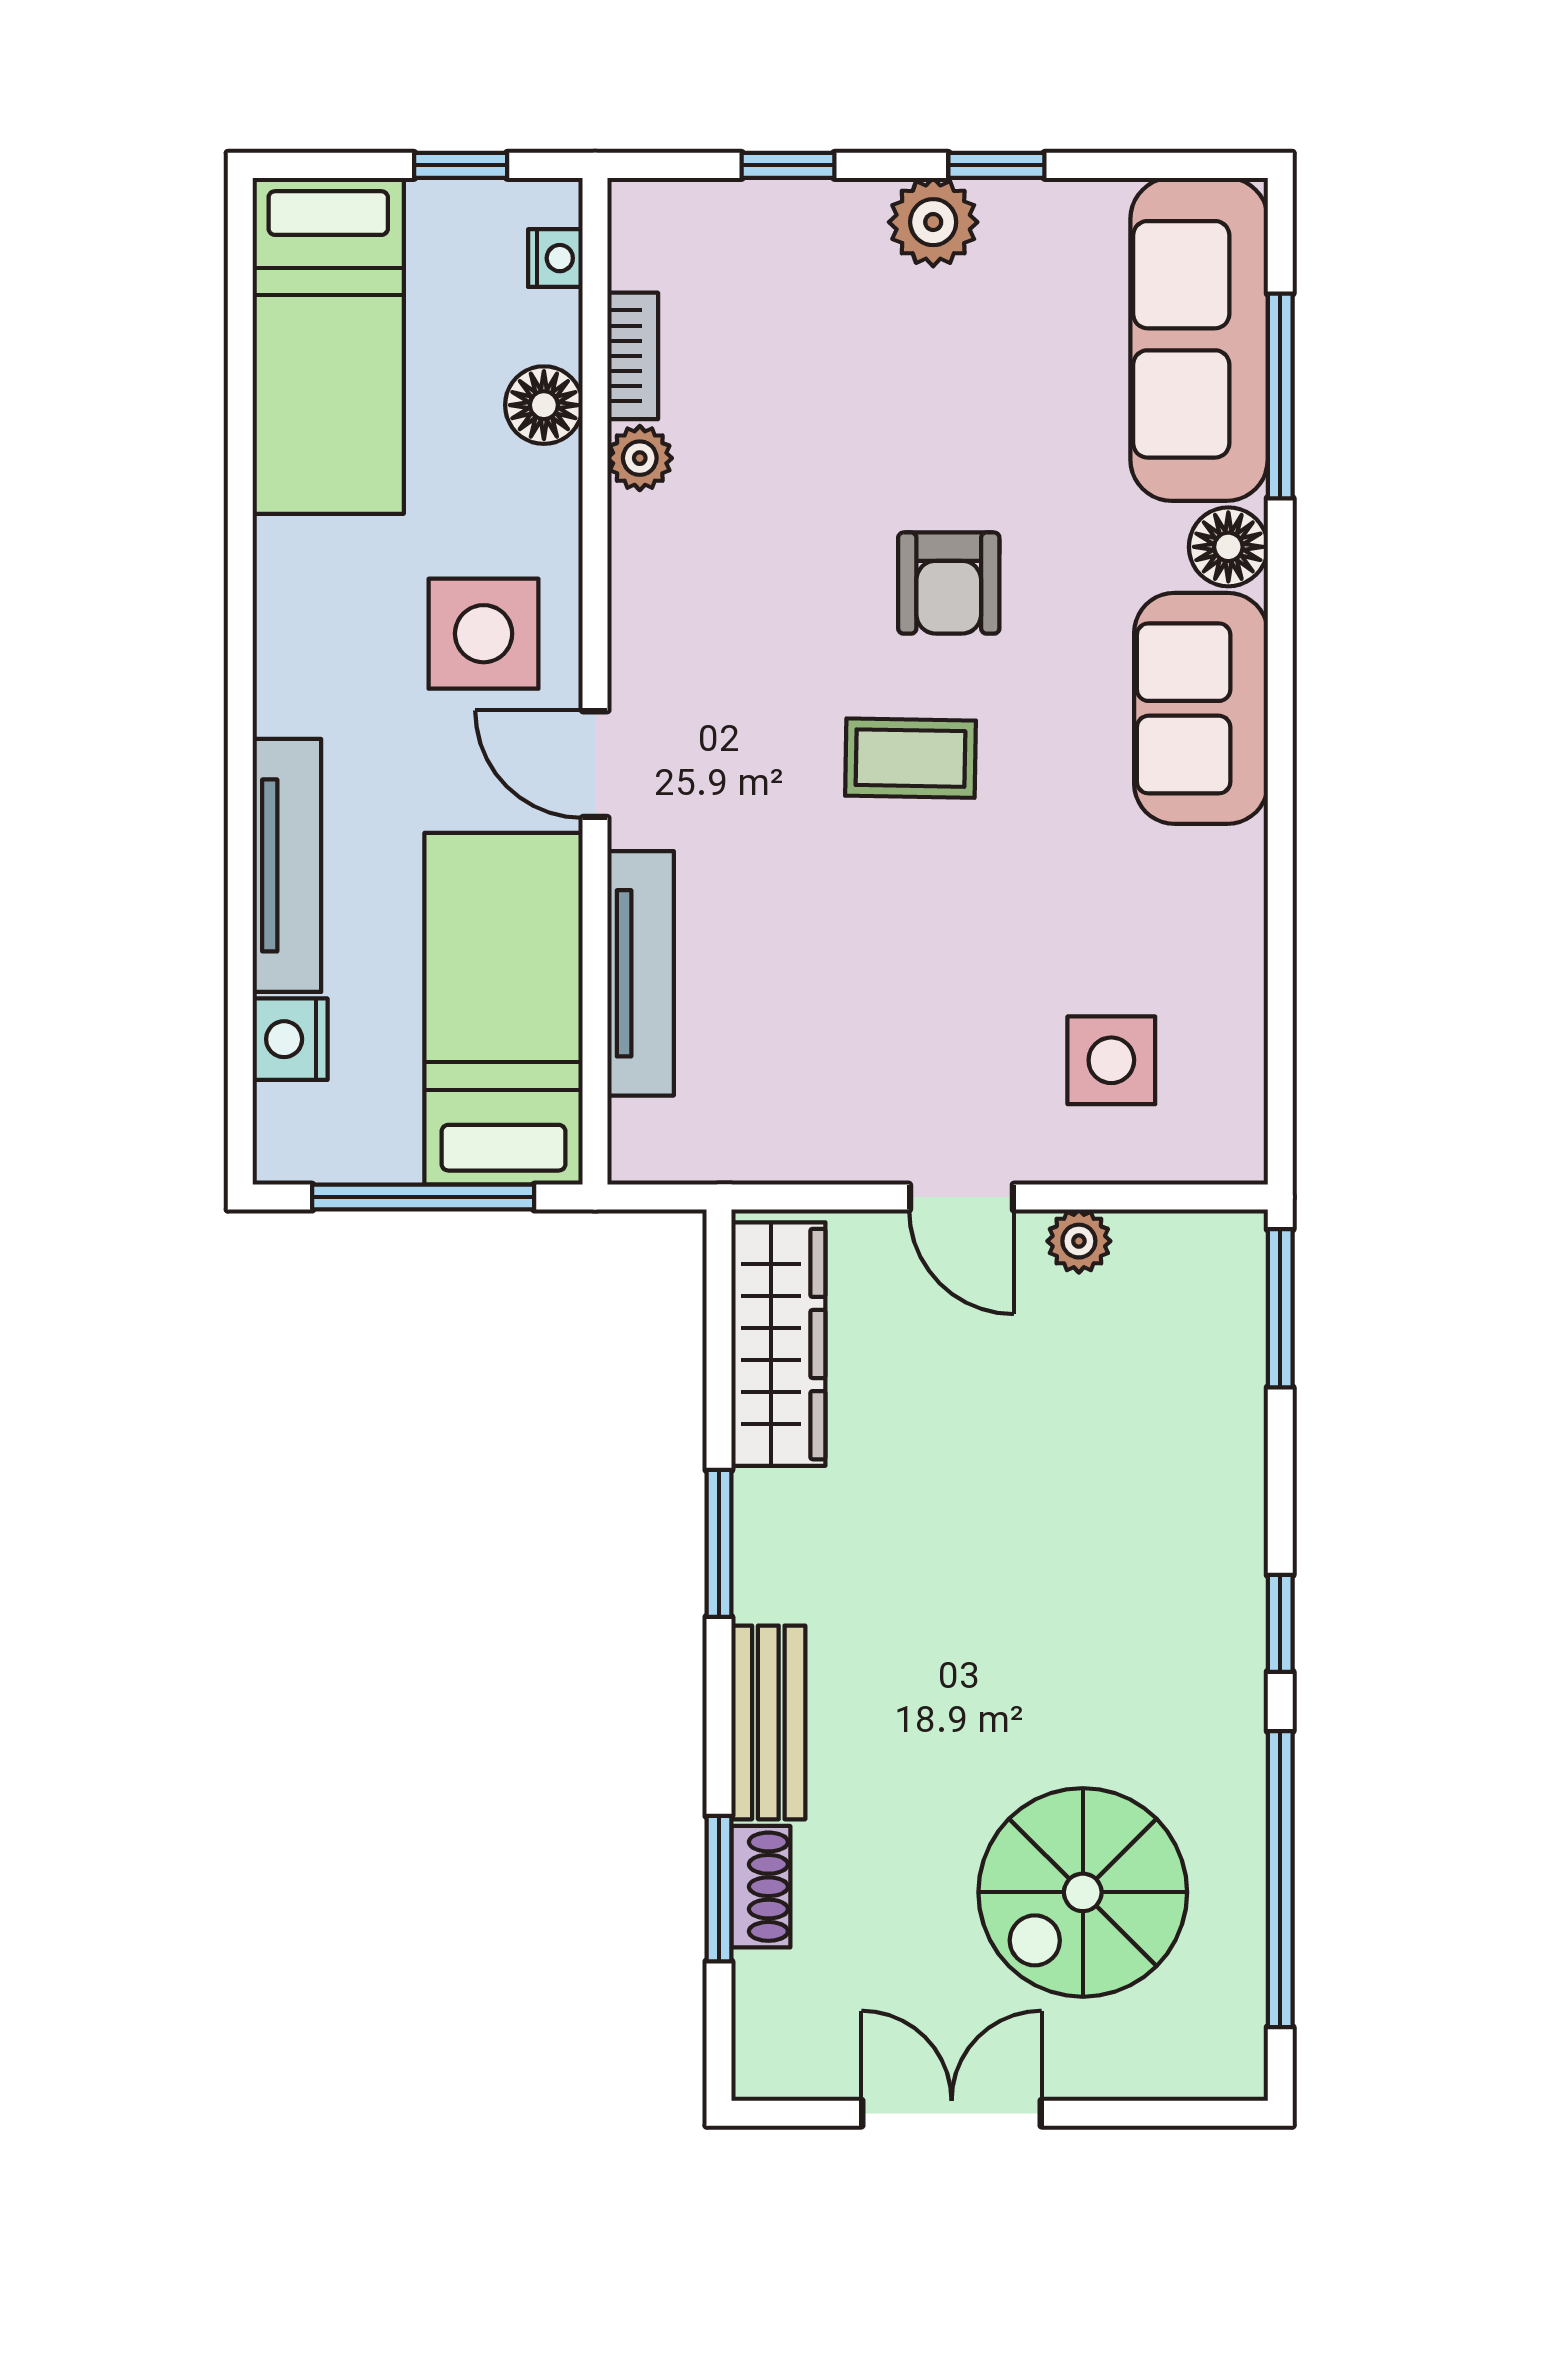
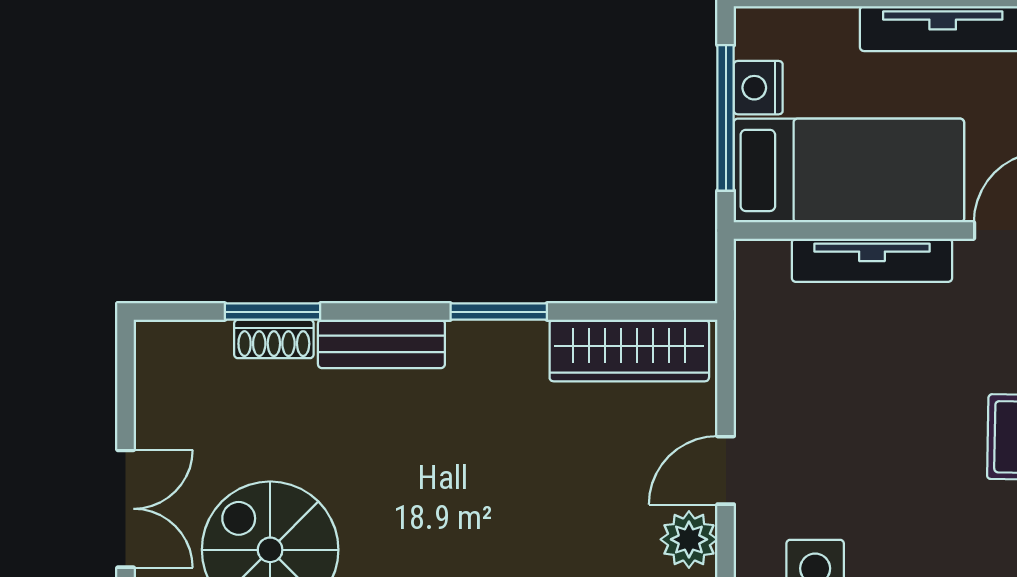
nightstand: (290, 1039) -> (758, 88), moved, turned -90
plant: (1079, 1241) -> (689, 539), width x1.38, depth x1.38
double door: (952, 2113) -> (126, 509), moved

